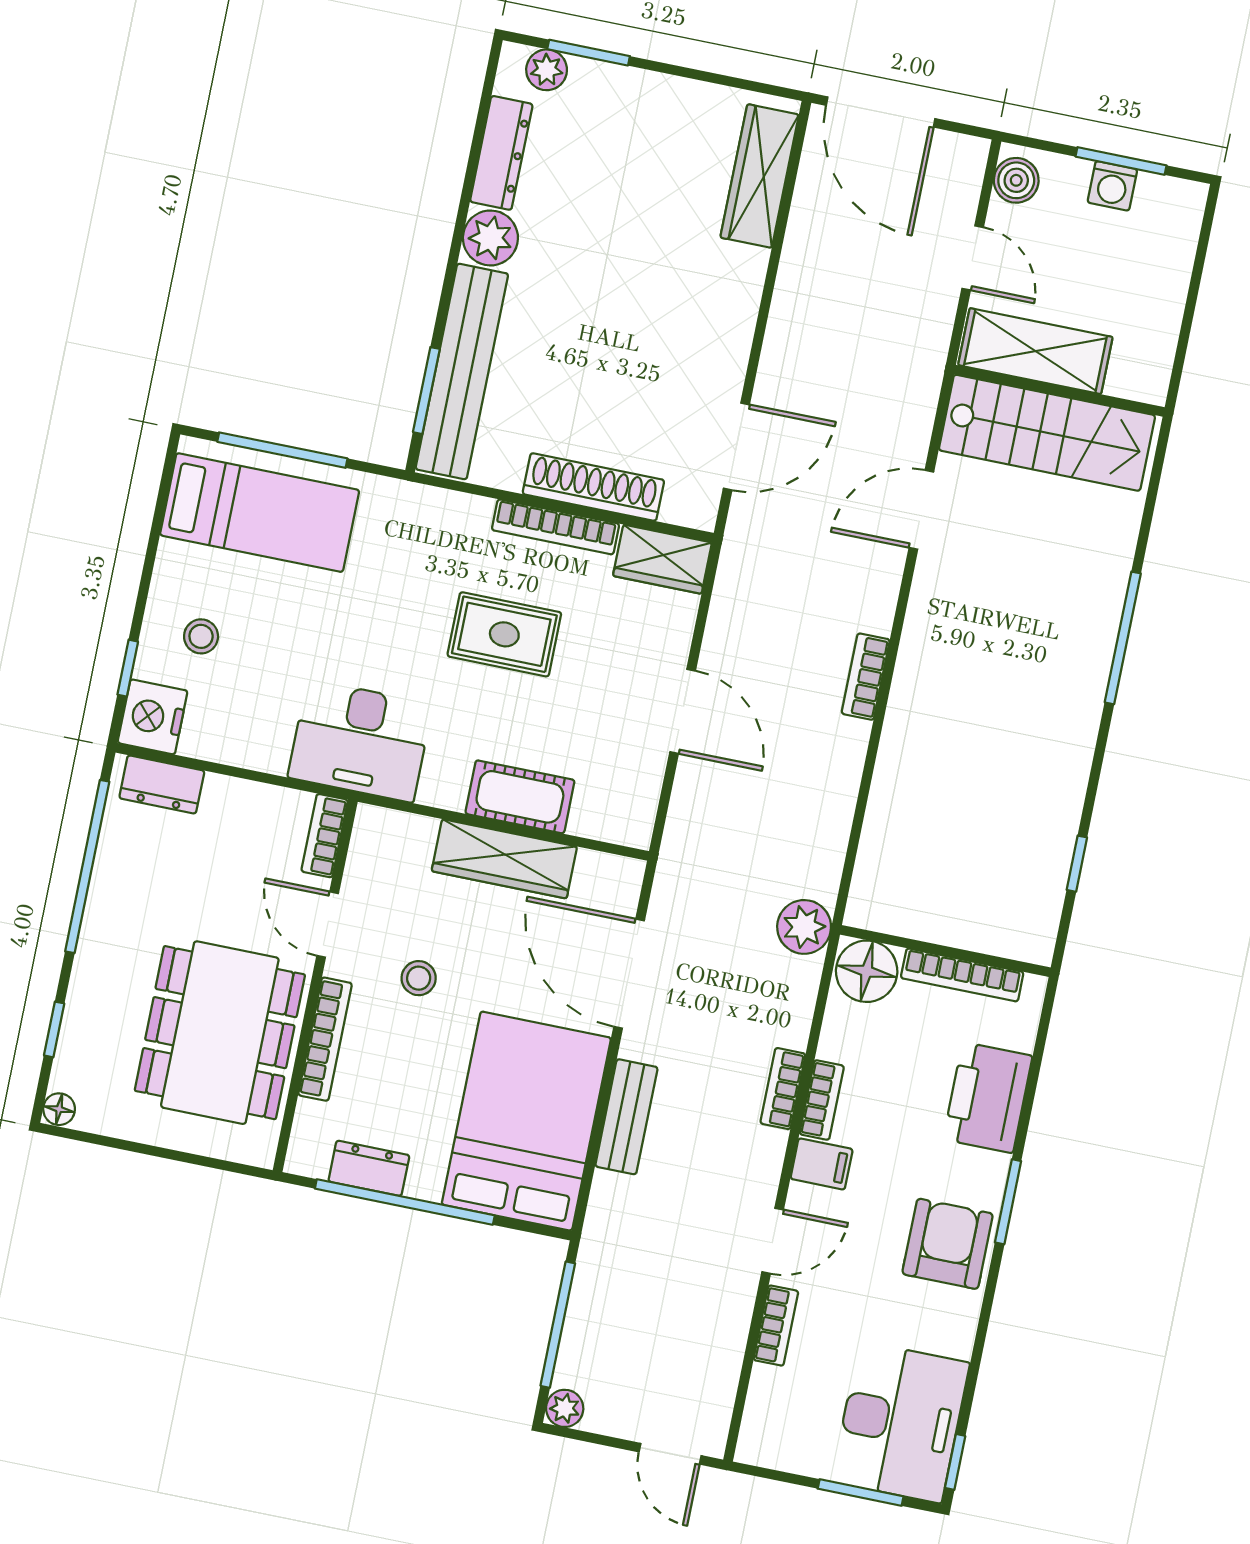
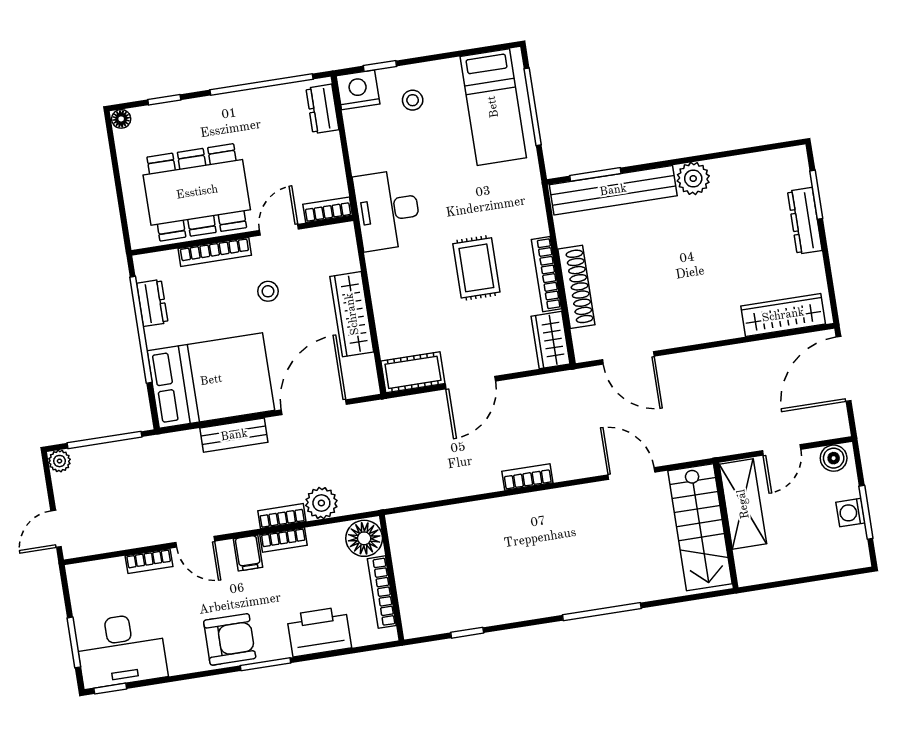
plant: (547, 70) -> (798, 175), removed
dresser: (501, 153) -> (805, 221), moved, turned 90
cot: (520, 797) -> (413, 372), moved, turned 90
plant: (804, 927) -> (321, 503), moved

